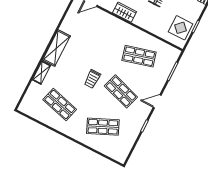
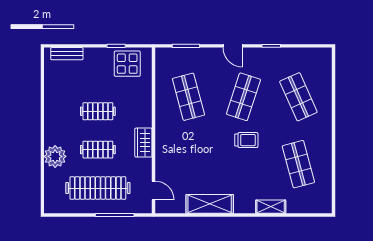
shelving: (56, 48) -> (210, 204), moved
shop shelf: (60, 104) -> (298, 164), turned -30

